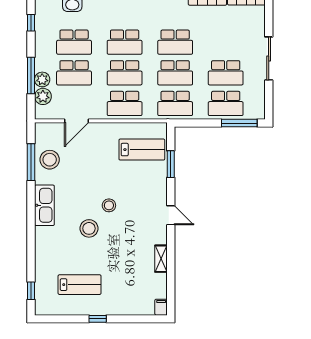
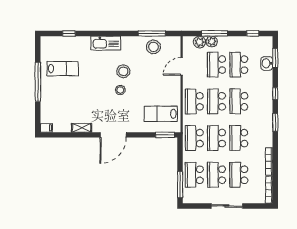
school desk: (226, 42) -> (239, 175), added
door: (76, 121) -> (182, 66), hinge flipped
lab bench: (142, 150) -> (161, 114), turned 90
window: (171, 164) -> (165, 135), moved
kitchen sink: (44, 205) -> (106, 43), moved
door: (171, 215) -> (113, 135), width x1.88
stool: (89, 228) -> (123, 71), moved
lab bench: (80, 285) -> (63, 69), turned -90
window: (31, 291) -> (69, 33), moved
window: (98, 319) -> (38, 82), width x3.17

